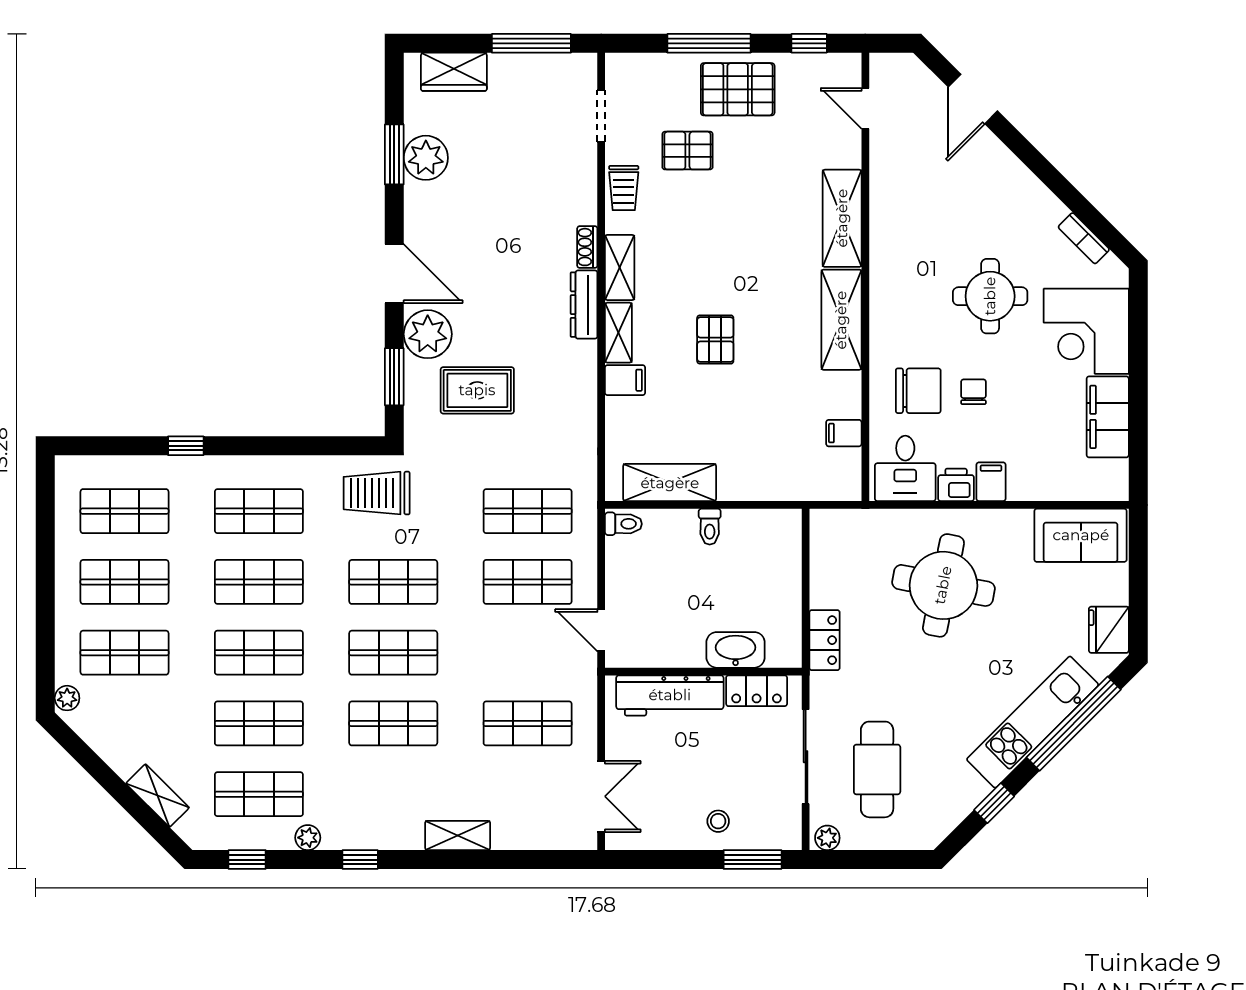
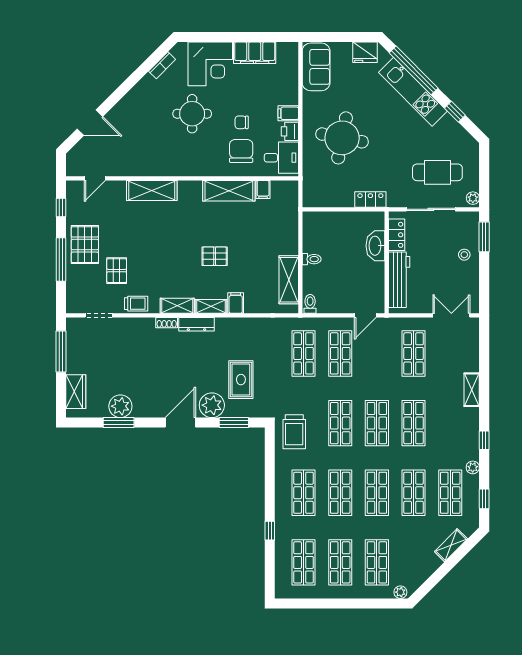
shelving: (841, 320) -> (229, 191), moved

